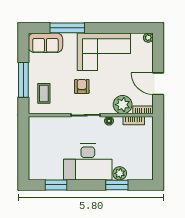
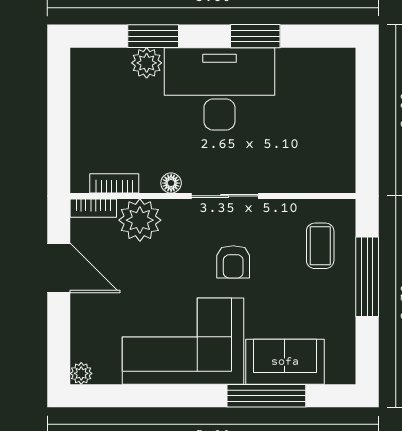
sofa: (45, 43) -> (285, 362), moved
window: (56, 185) -> (255, 36), moved

